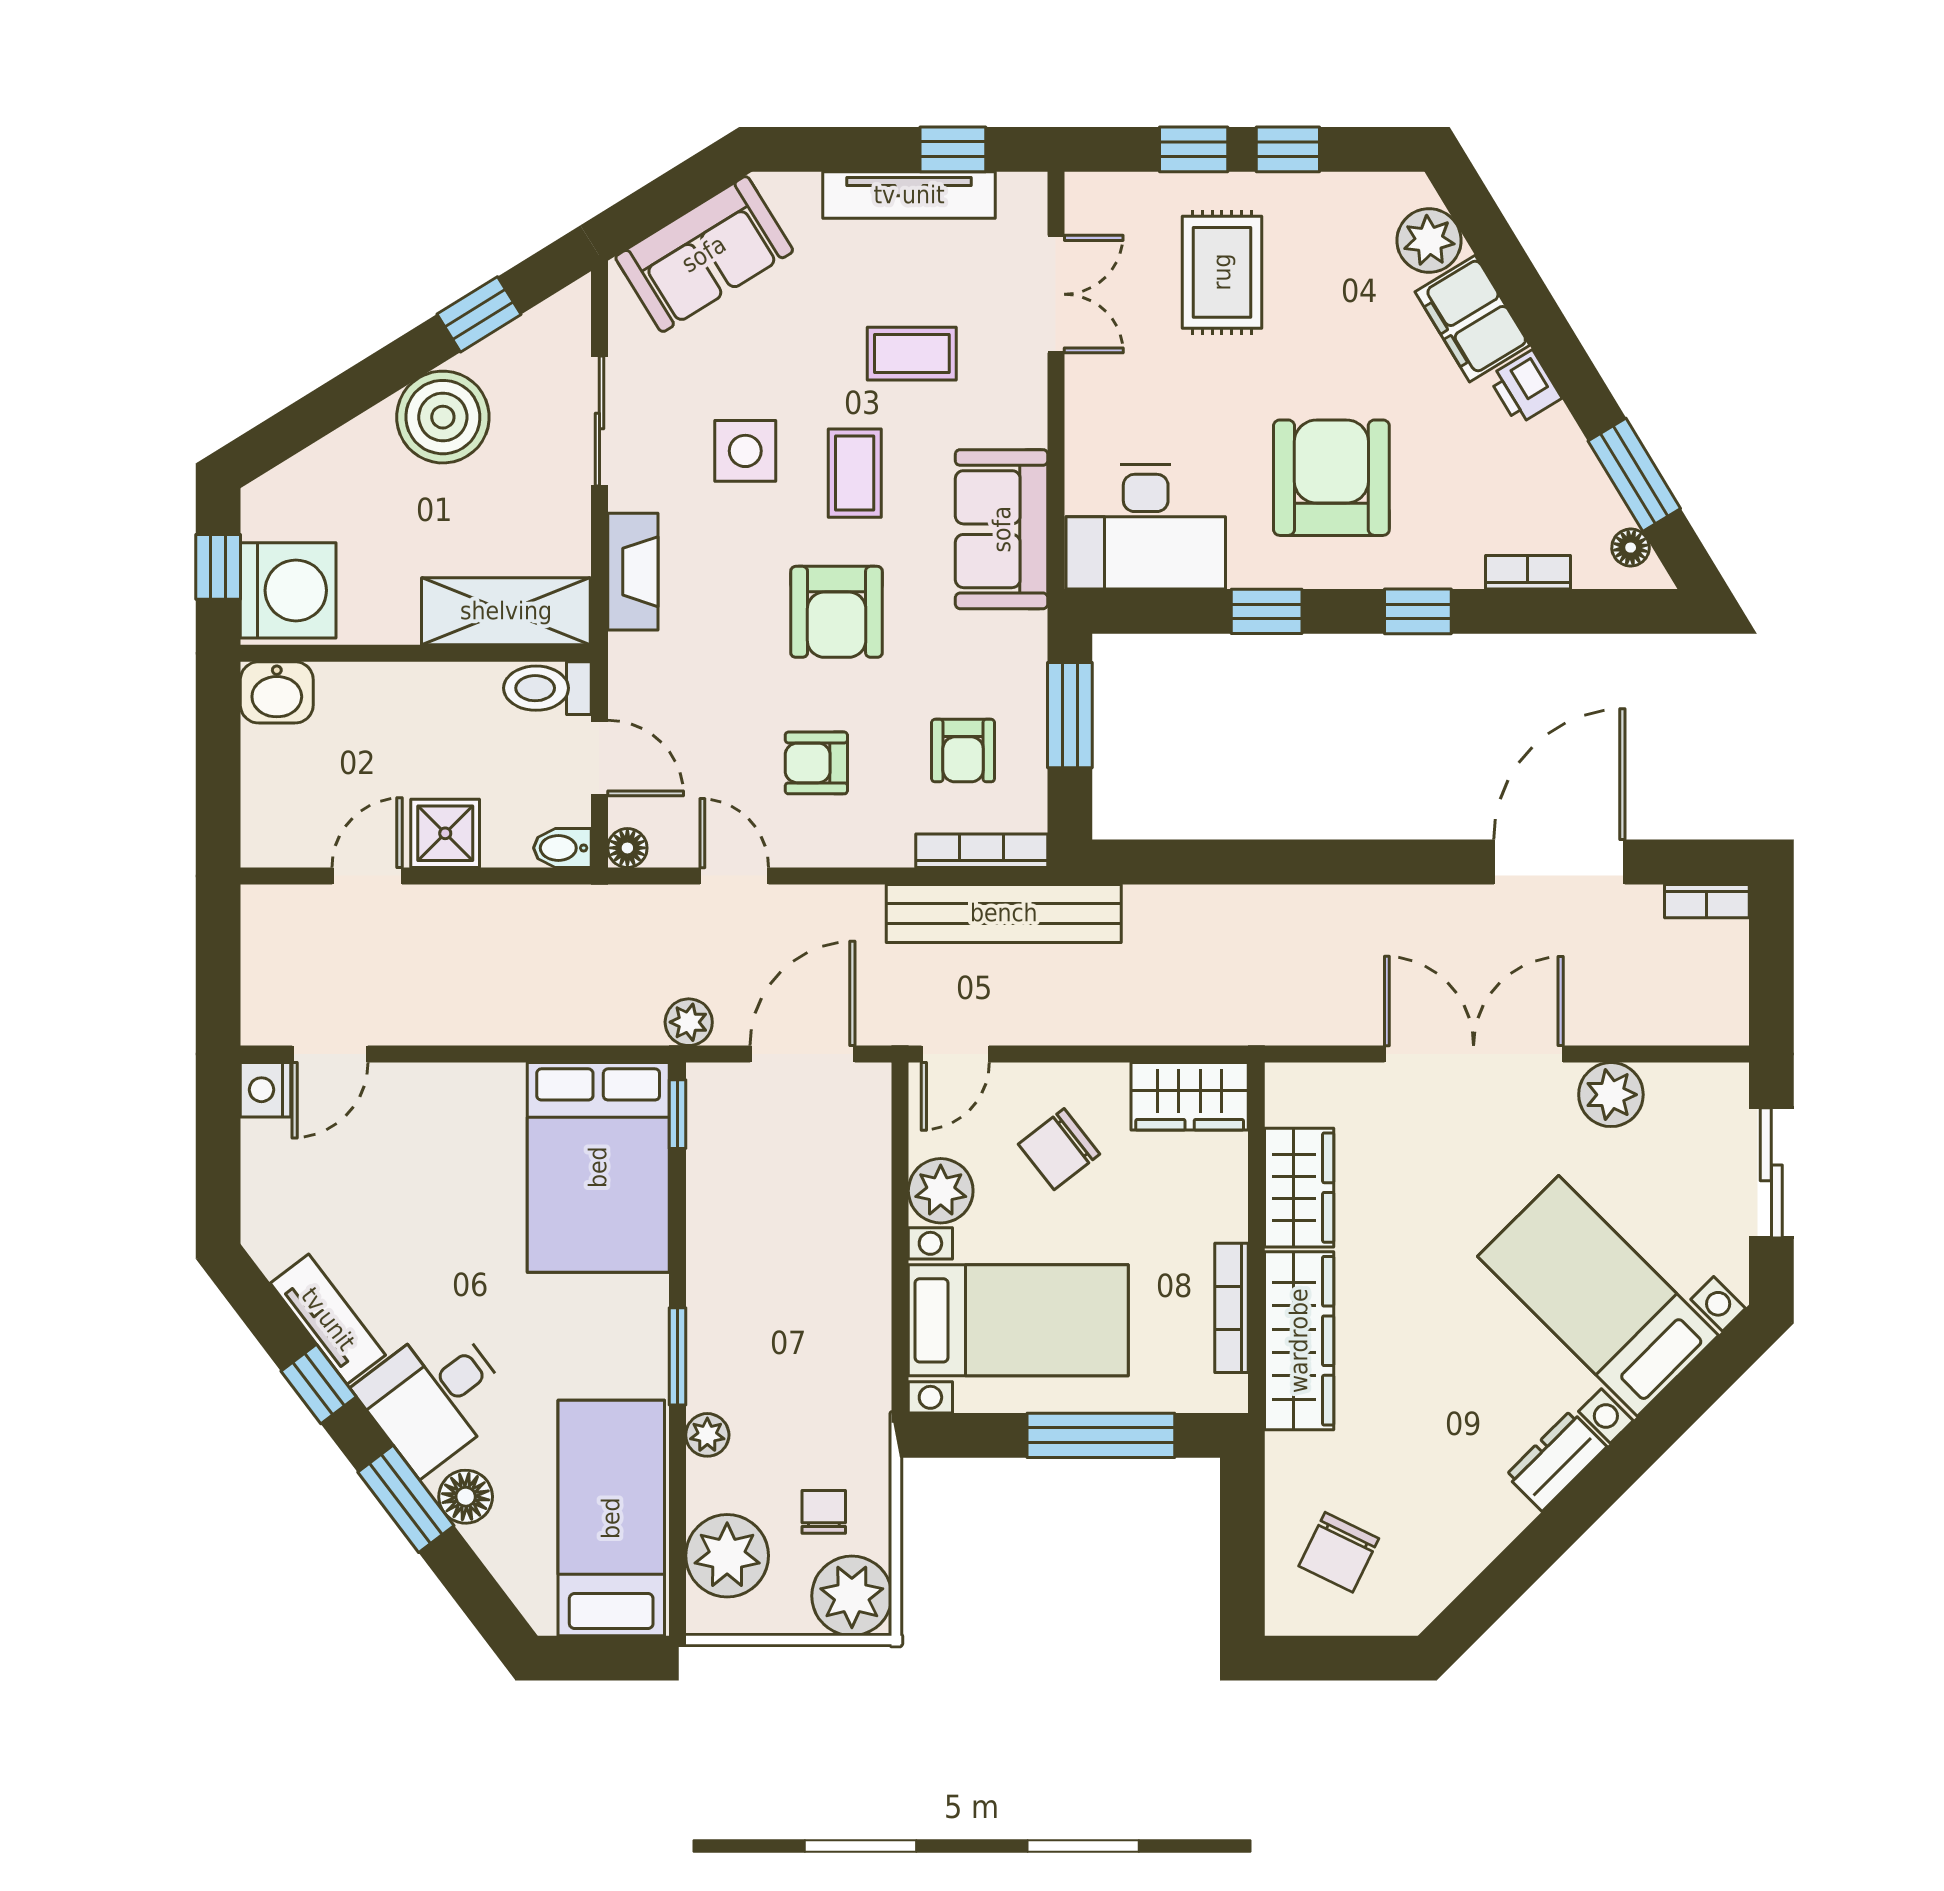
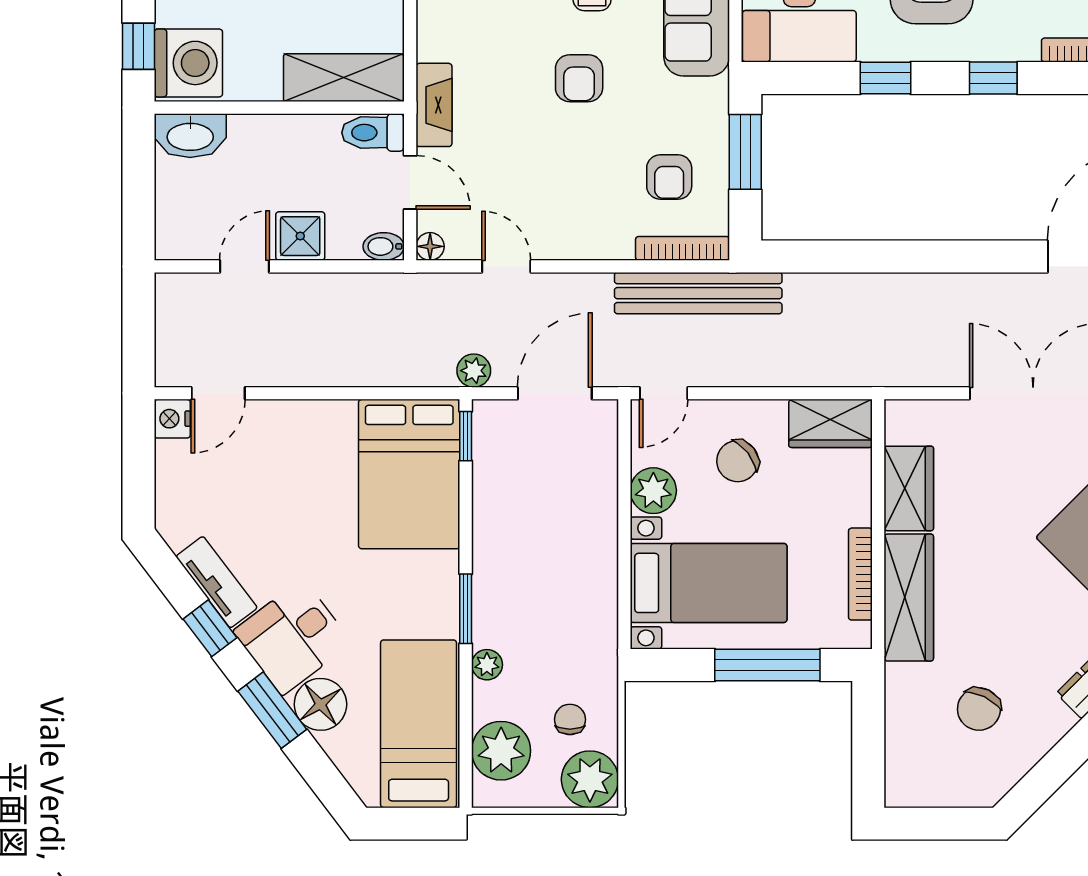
fireplace: (633, 572) -> (434, 105), moved
armchair: (837, 612) -> (579, 78), width x0.72, depth x0.72
washbasin: (277, 692) -> (190, 136), width x1.38
armchair: (816, 763) -> (565, 186), removed
floor lamp: (466, 1497) -> (320, 704), width x1.38, depth x1.38
chair: (1339, 1552) -> (979, 709), moved

